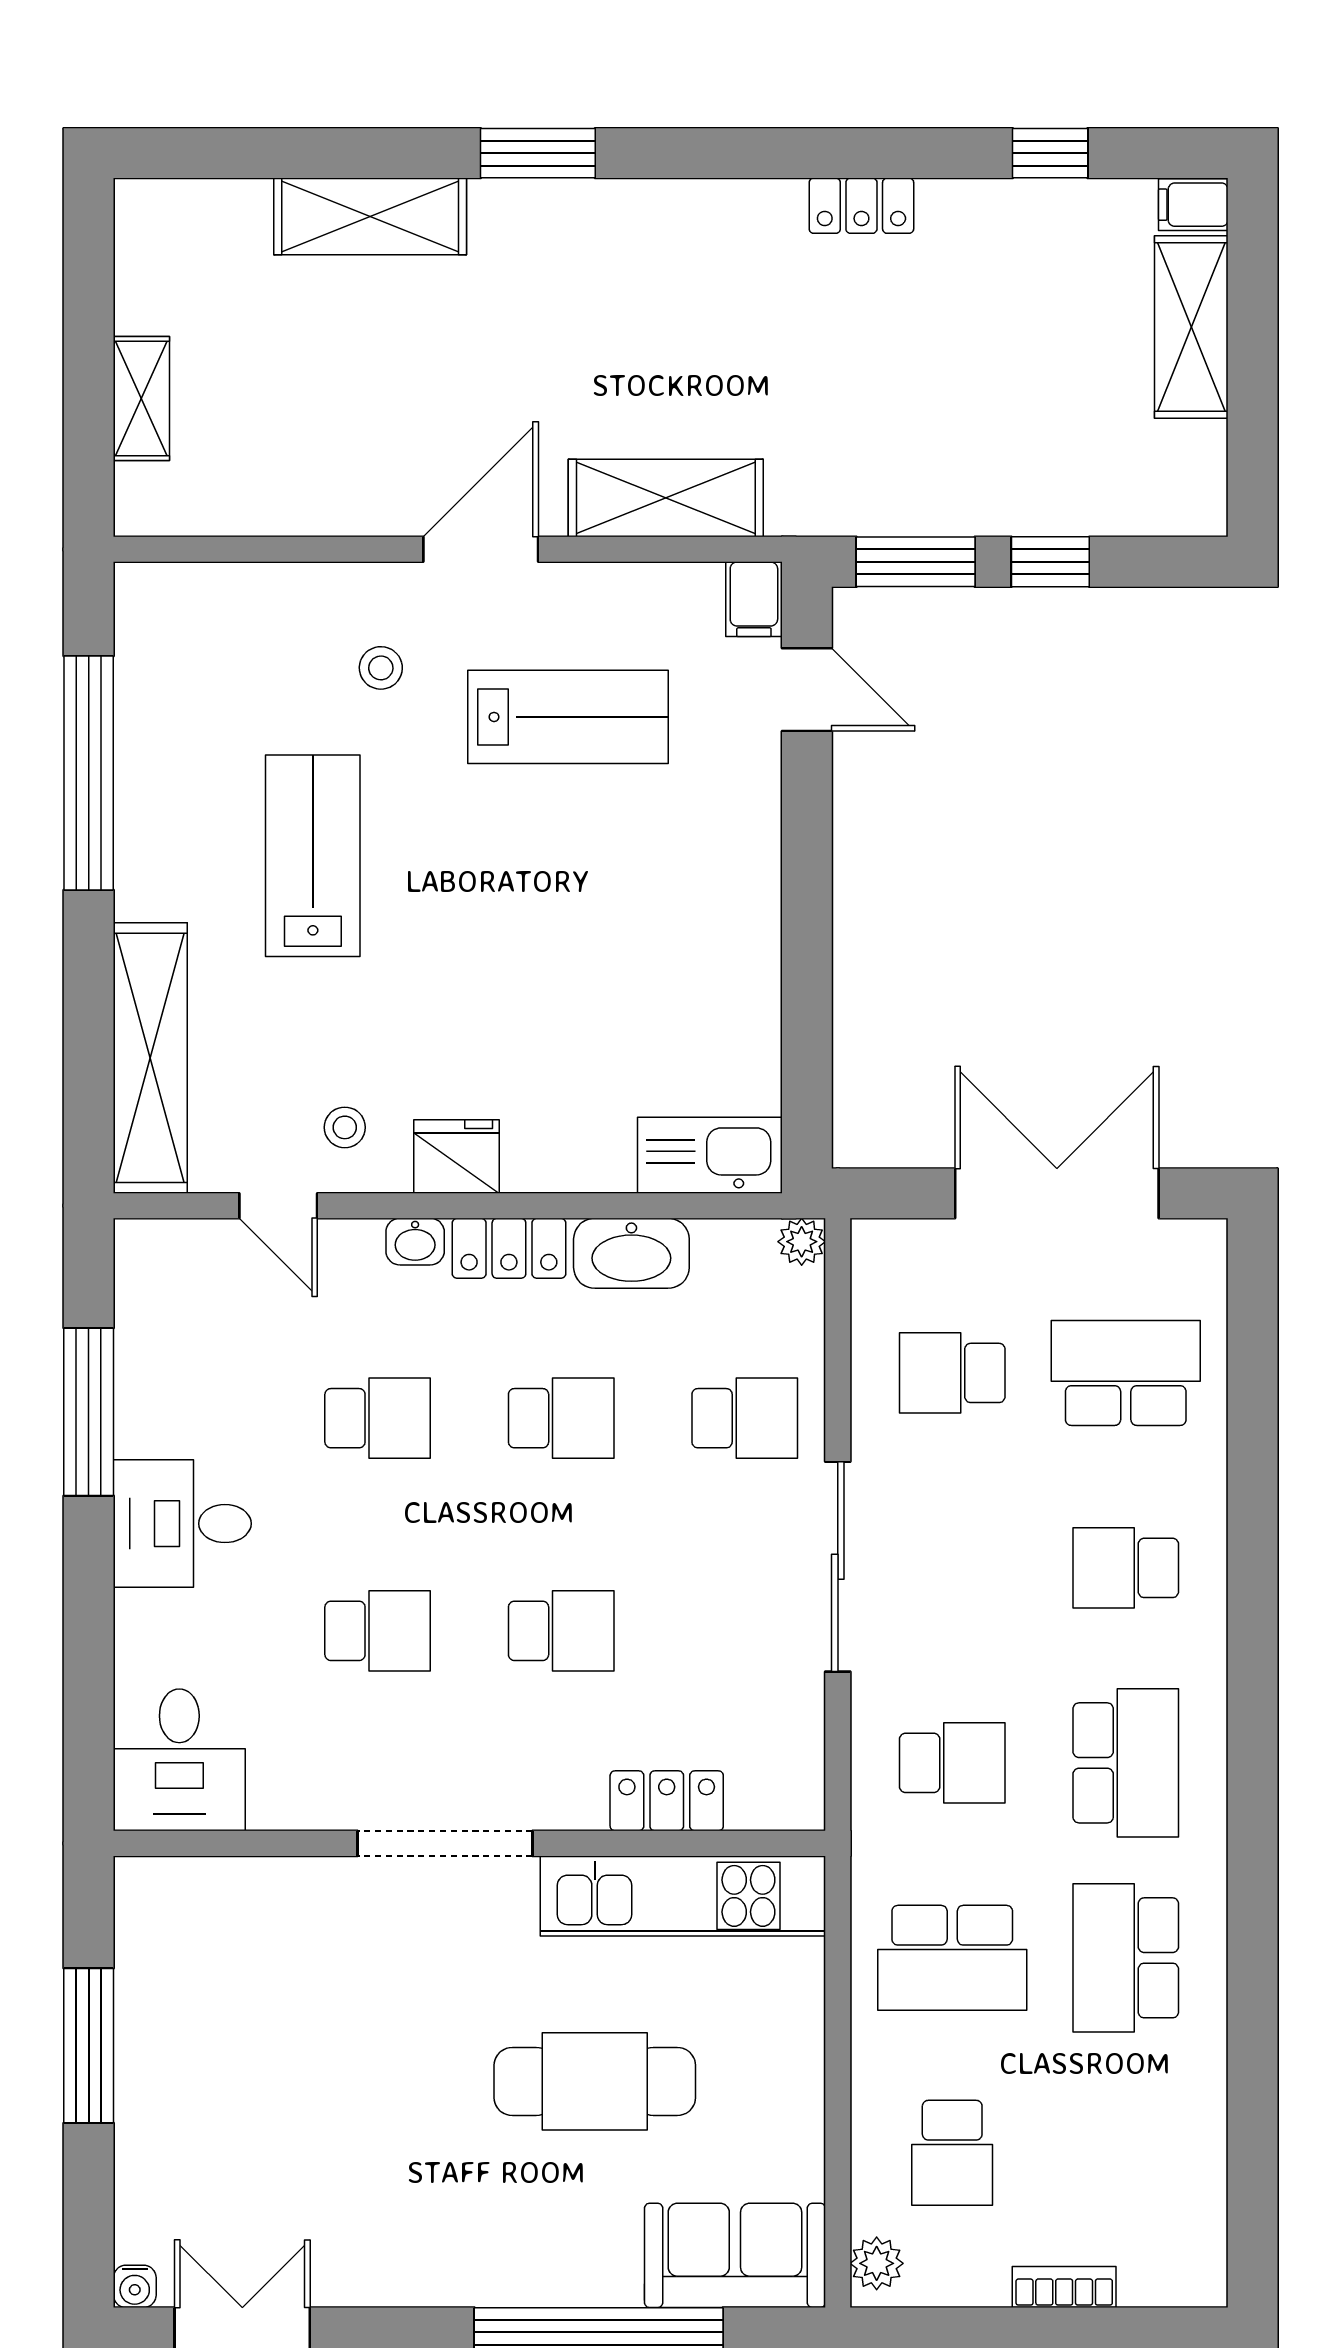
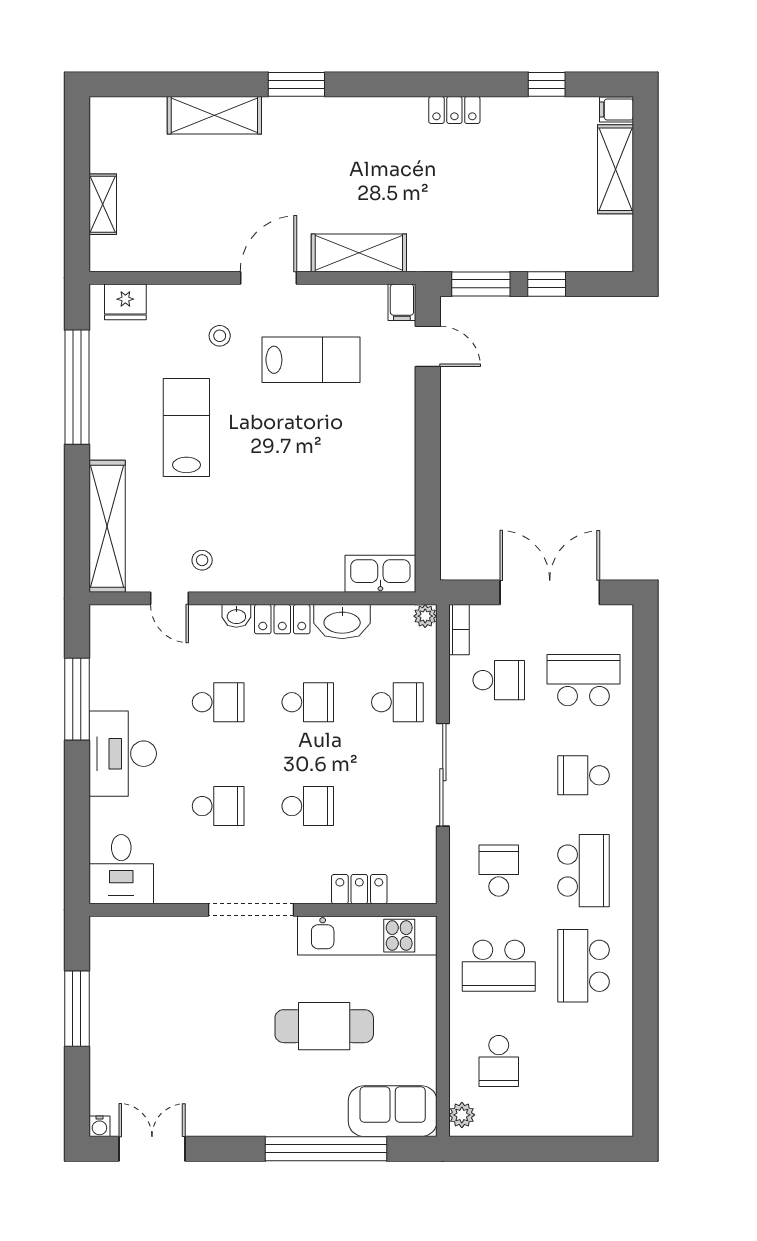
fridge: (456, 1157) -> (125, 302), moved, turned 180
school desk: (952, 1373) -> (499, 680), turned 180
desk: (182, 1524) -> (123, 754), width x1.37
school desk: (952, 1763) -> (499, 871), turned -90
bookcase: (1064, 2287) -> (459, 630), moved, turned 90

